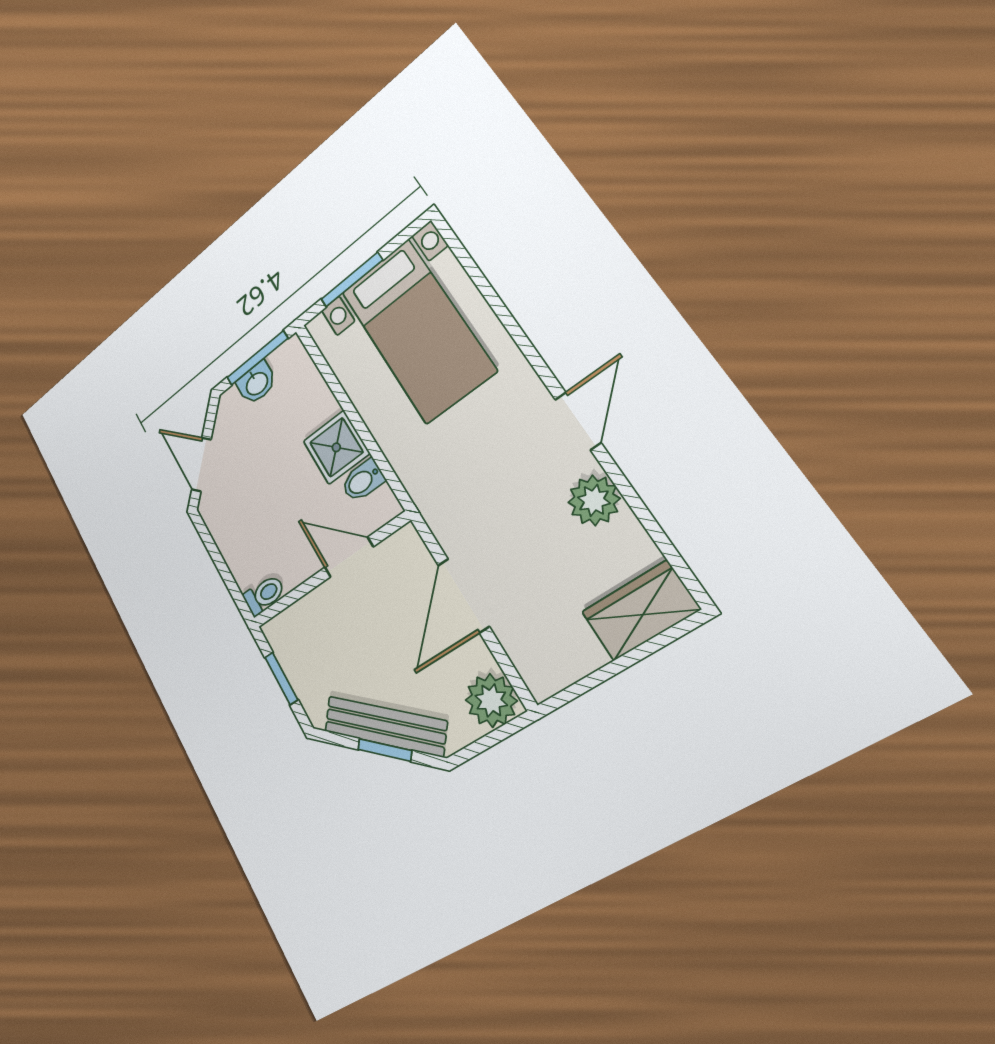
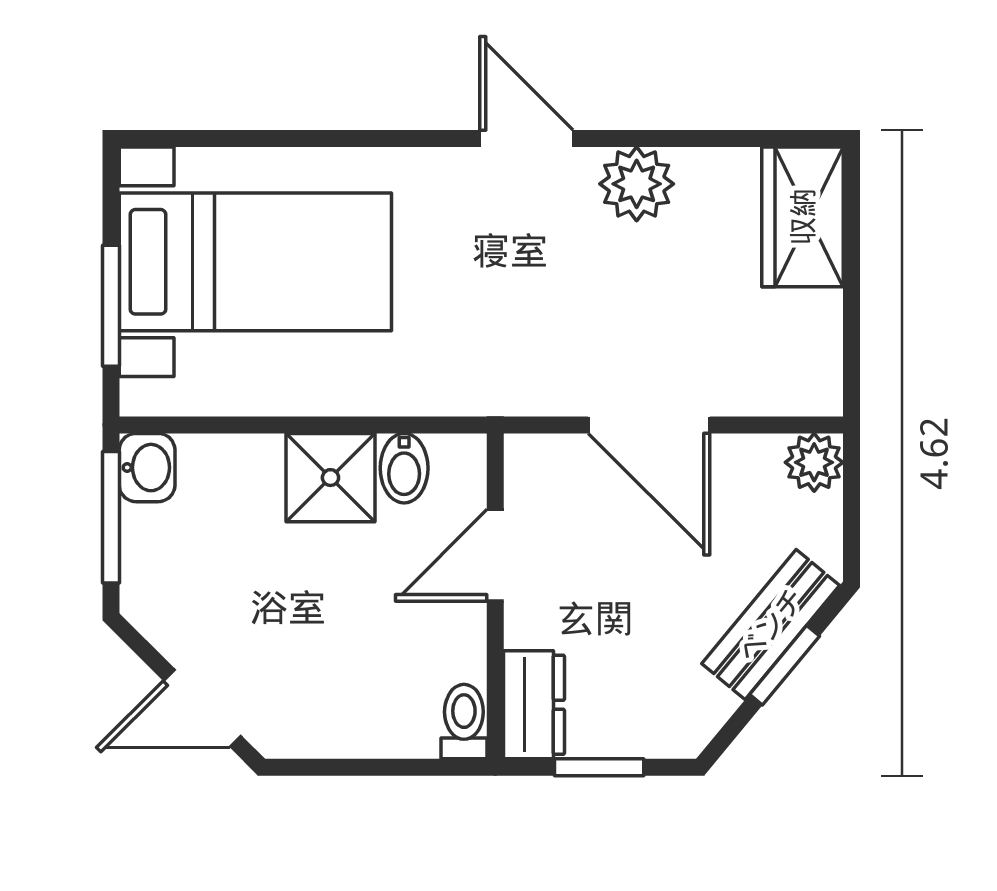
washbasin: (257, 383) -> (147, 468), moved
dresser: (291, 625) -> (534, 705), added
plant: (491, 700) -> (814, 462), width x0.73, depth x0.73
bench: (385, 726) -> (771, 625), width x0.73

